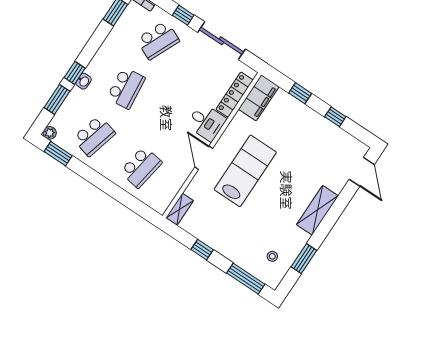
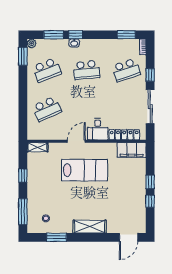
school desk: (158, 40) -> (126, 70), turned -42
window: (300, 93) -> (150, 182), moved
school desk: (94, 136) -> (47, 70), turned -36
school desk: (141, 167) -> (47, 109), turned -33

